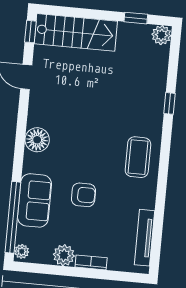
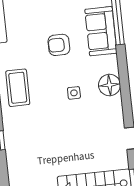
side table: (78, 139) -> (74, 93), added

